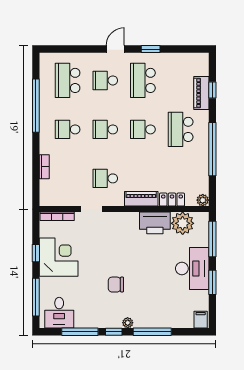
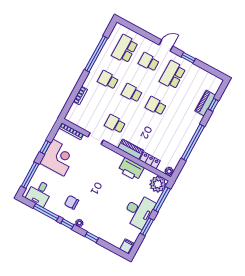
school desk: (181, 129) -> (180, 119), removed
plant: (183, 223) -> (158, 184), moved
chair: (116, 285) -> (72, 202), moved
window: (152, 332) -> (92, 237), width x0.46

